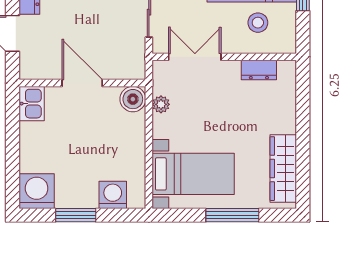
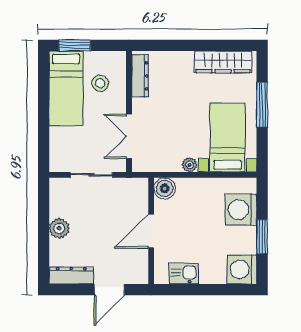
dresser: (259, 70) -> (140, 76), width x1.44
kitchen sink: (32, 104) -> (184, 274), moved
plant: (161, 104) -> (190, 165), moved
washing machine: (113, 195) -> (241, 210), width x1.37, depth x1.37

